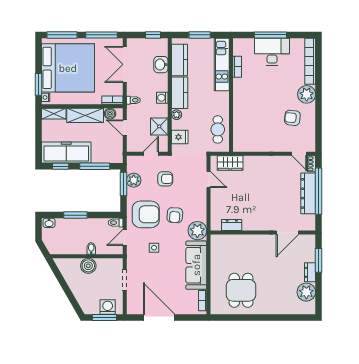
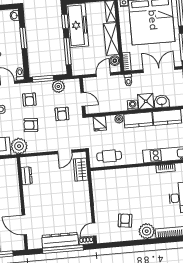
shower: (159, 126) -> (146, 101), moved
window: (123, 184) -> (43, 79), moved
armchair: (146, 214) -> (29, 100), width x0.53, depth x0.53

